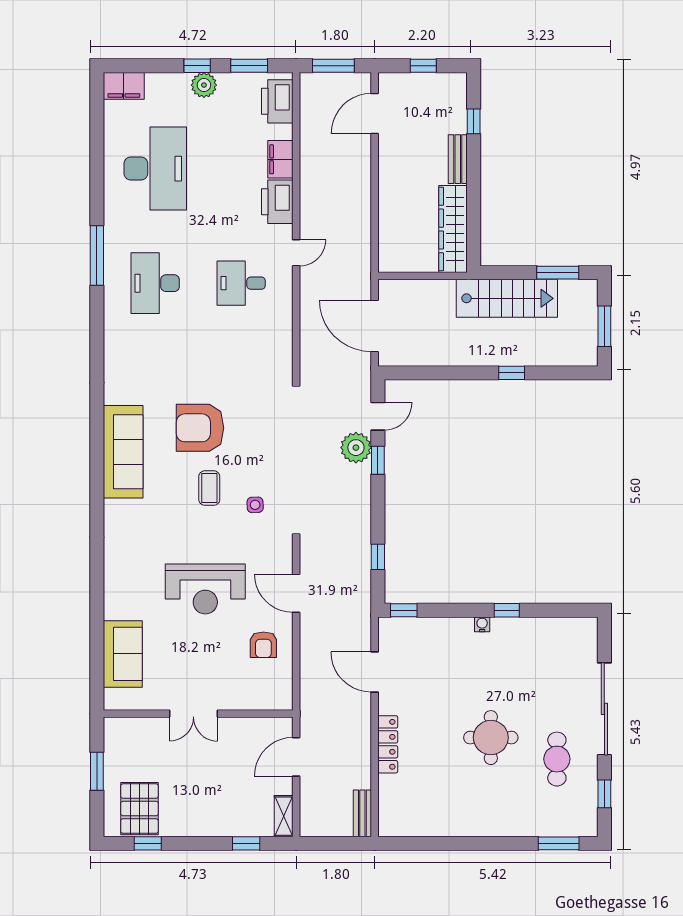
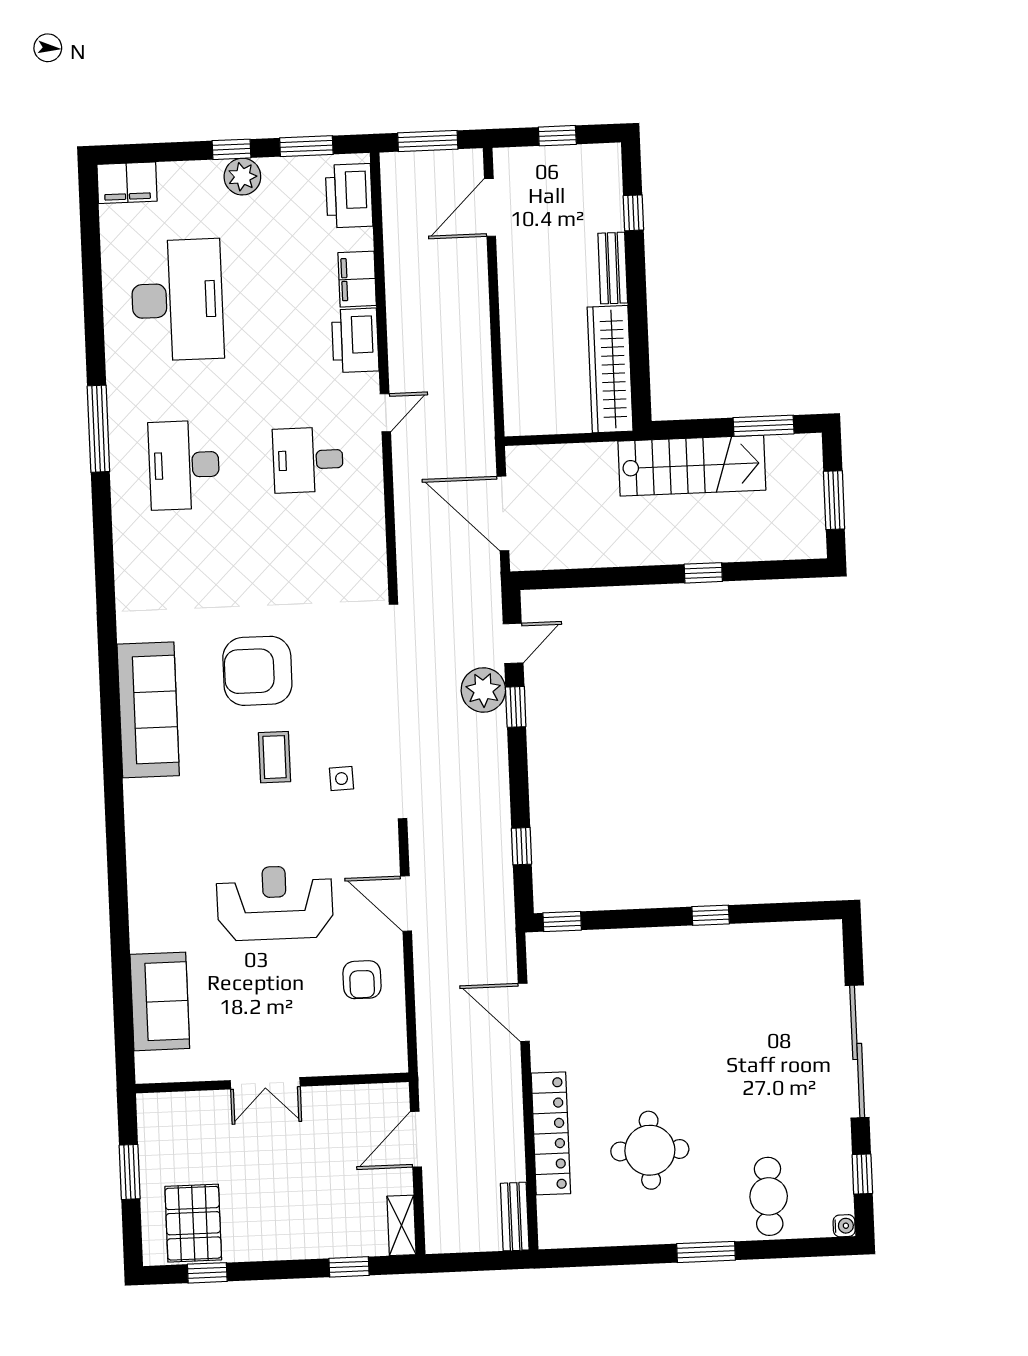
reception desk: (205, 589) -> (275, 903), turned 180
water cooler: (482, 624) -> (844, 1226), moved, turned 90
round table: (491, 738) -> (650, 1150), moved
locker: (388, 744) -> (551, 1133), width x1.41, depth x1.21
cafe table: (557, 759) -> (769, 1196), moved
window: (559, 843) -> (706, 1252), moved

